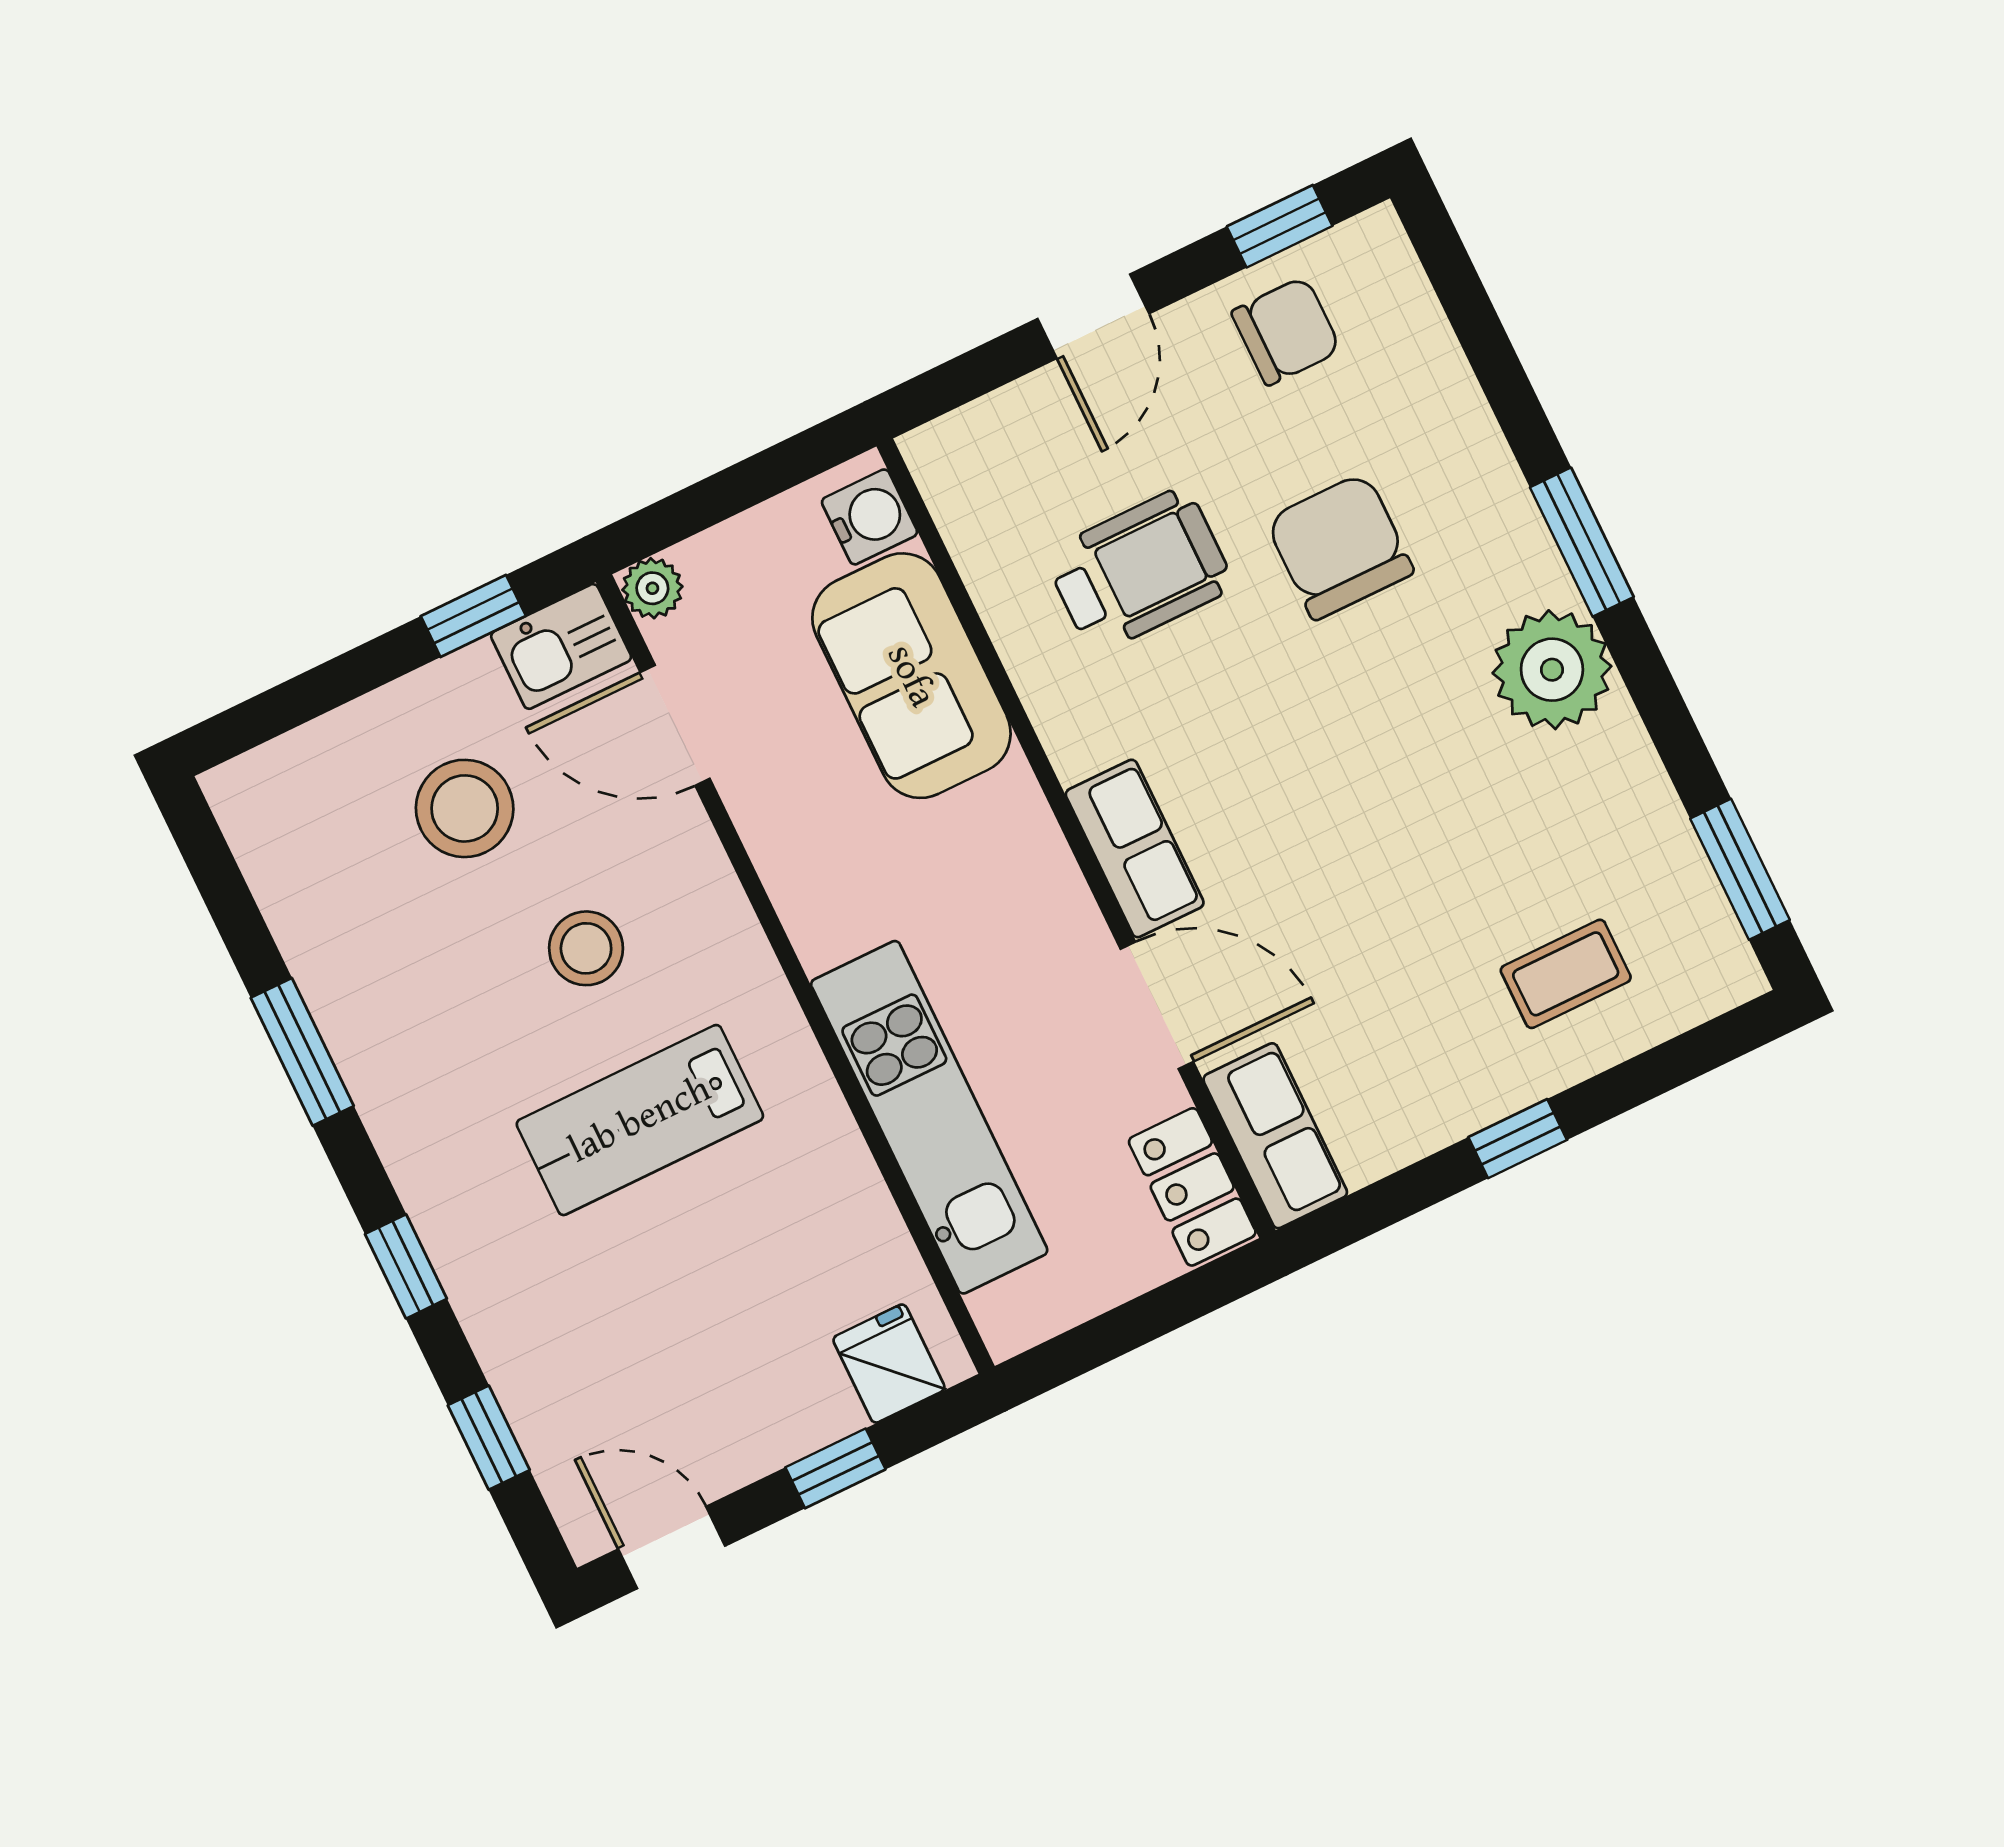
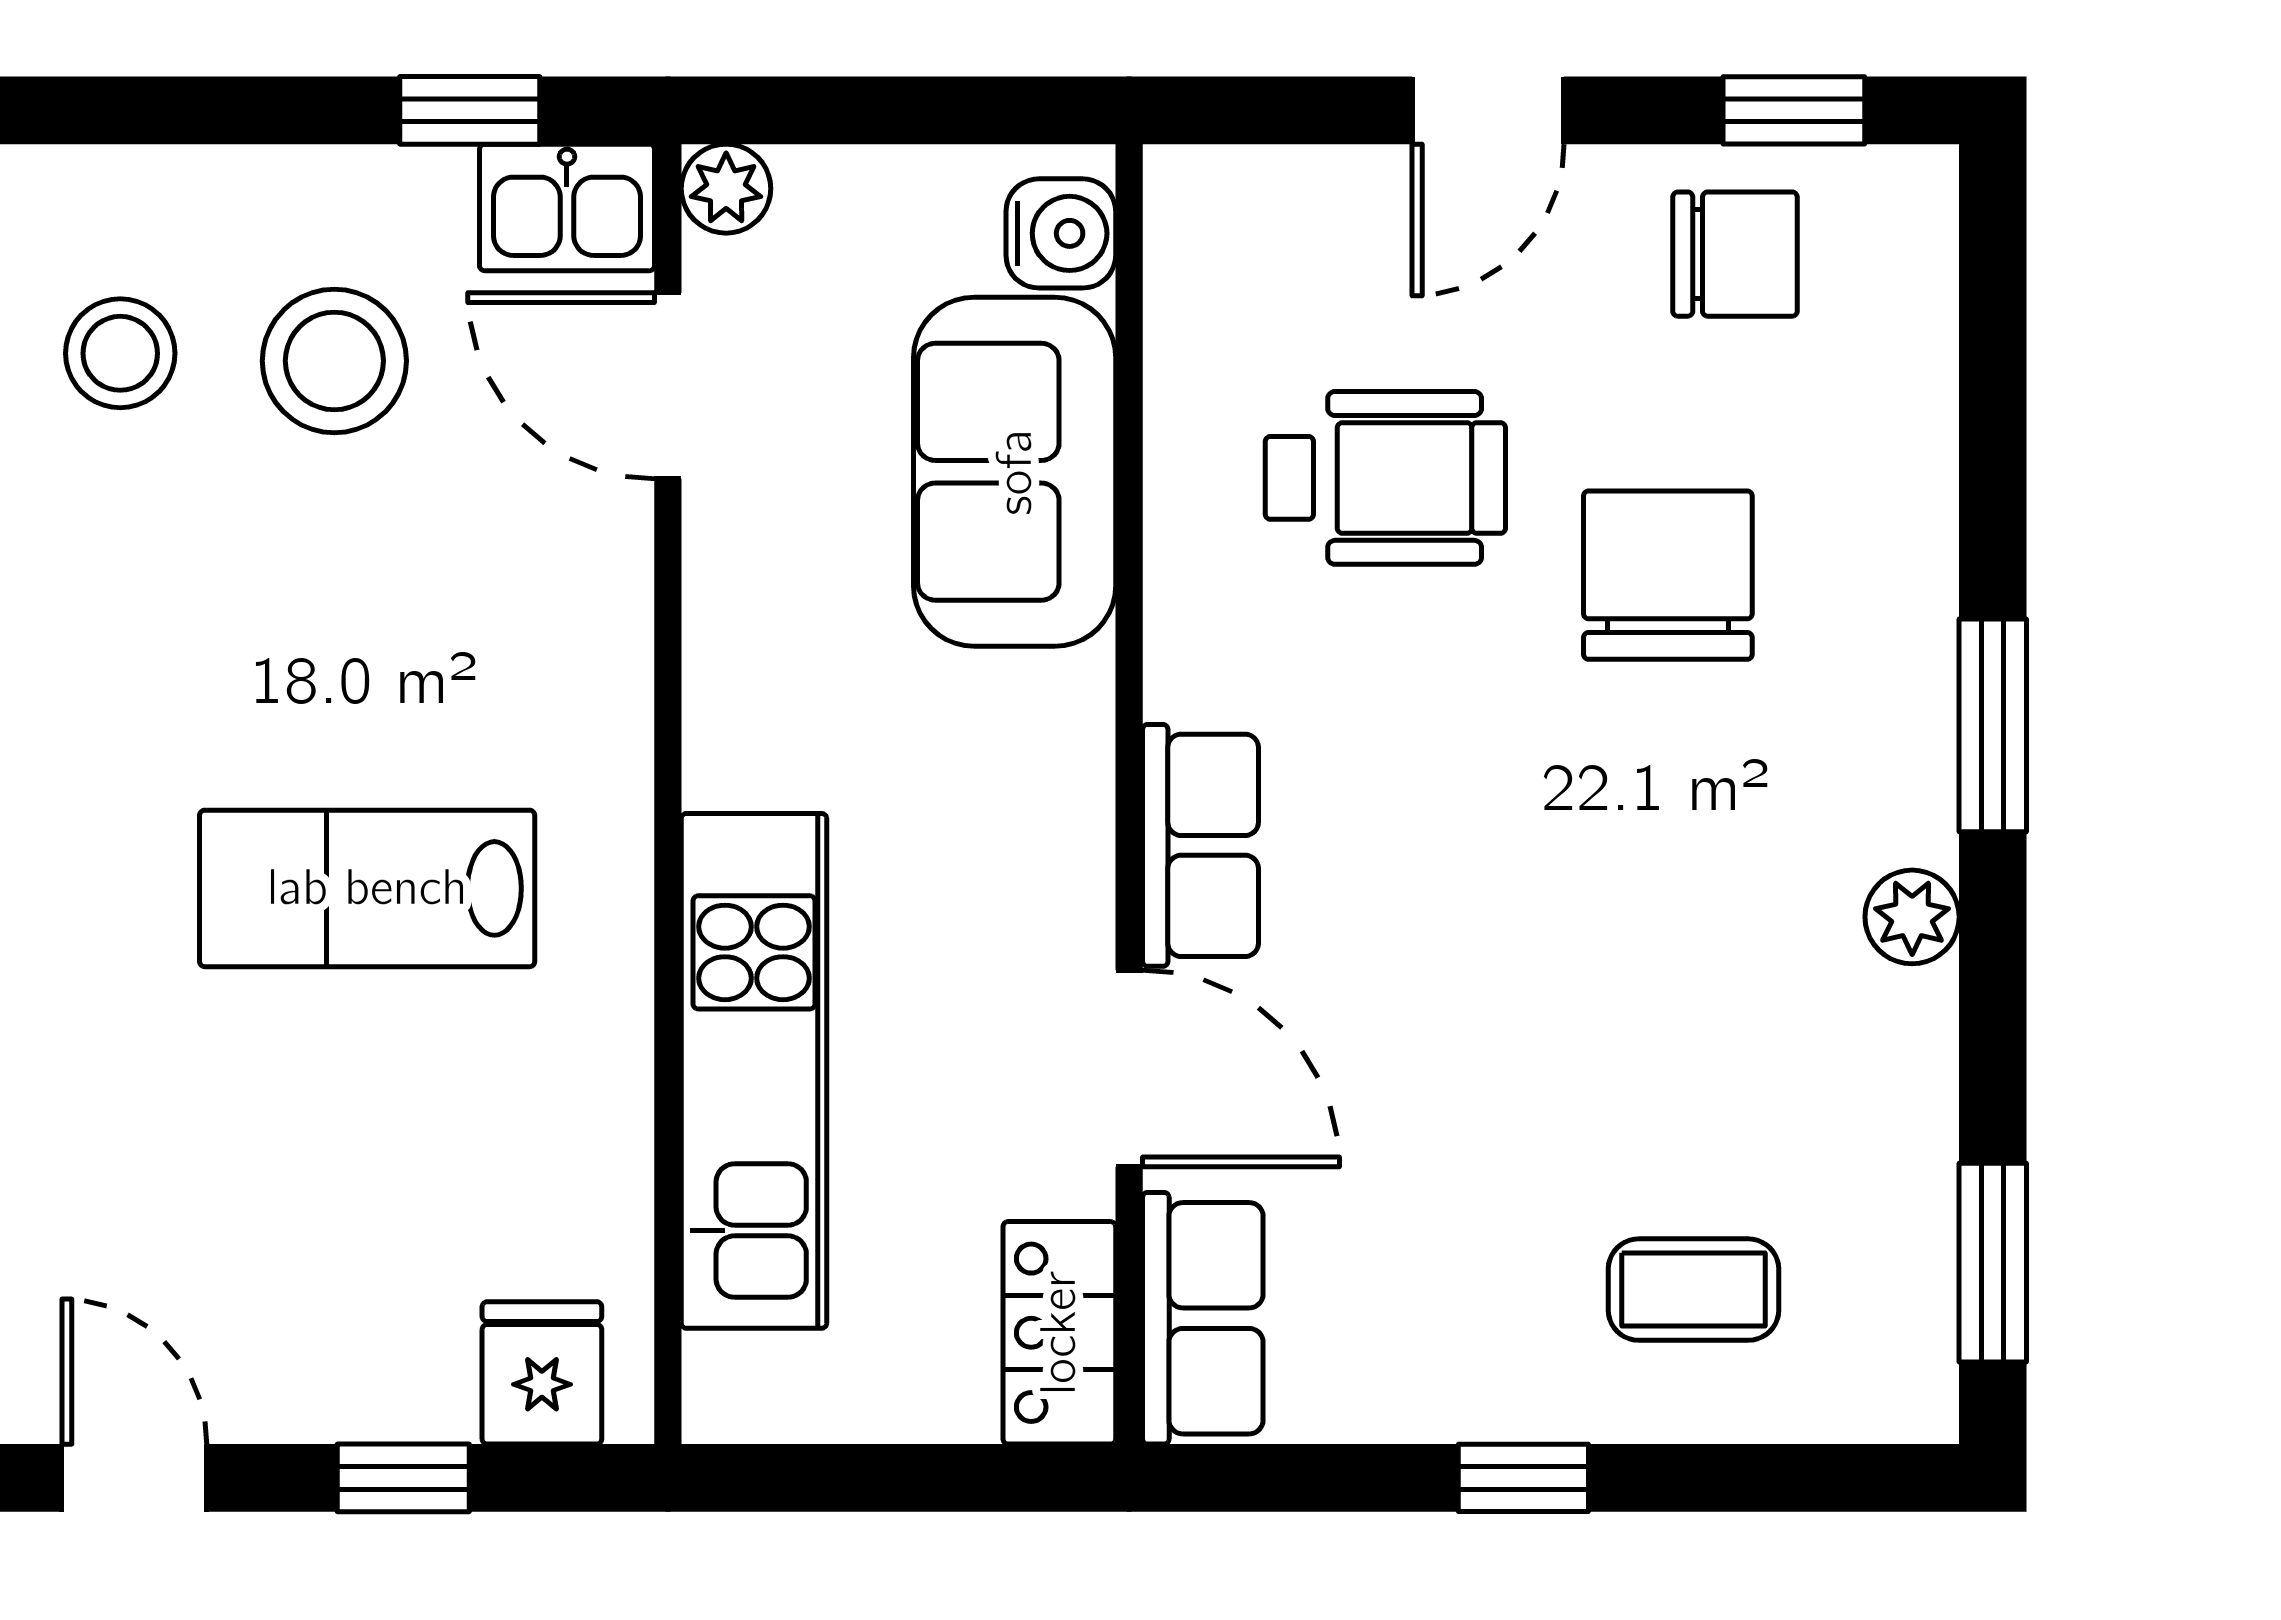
plant: (1552, 670) -> (1912, 917), width x0.53, depth x0.53
stool: (586, 948) -> (120, 353), moved

